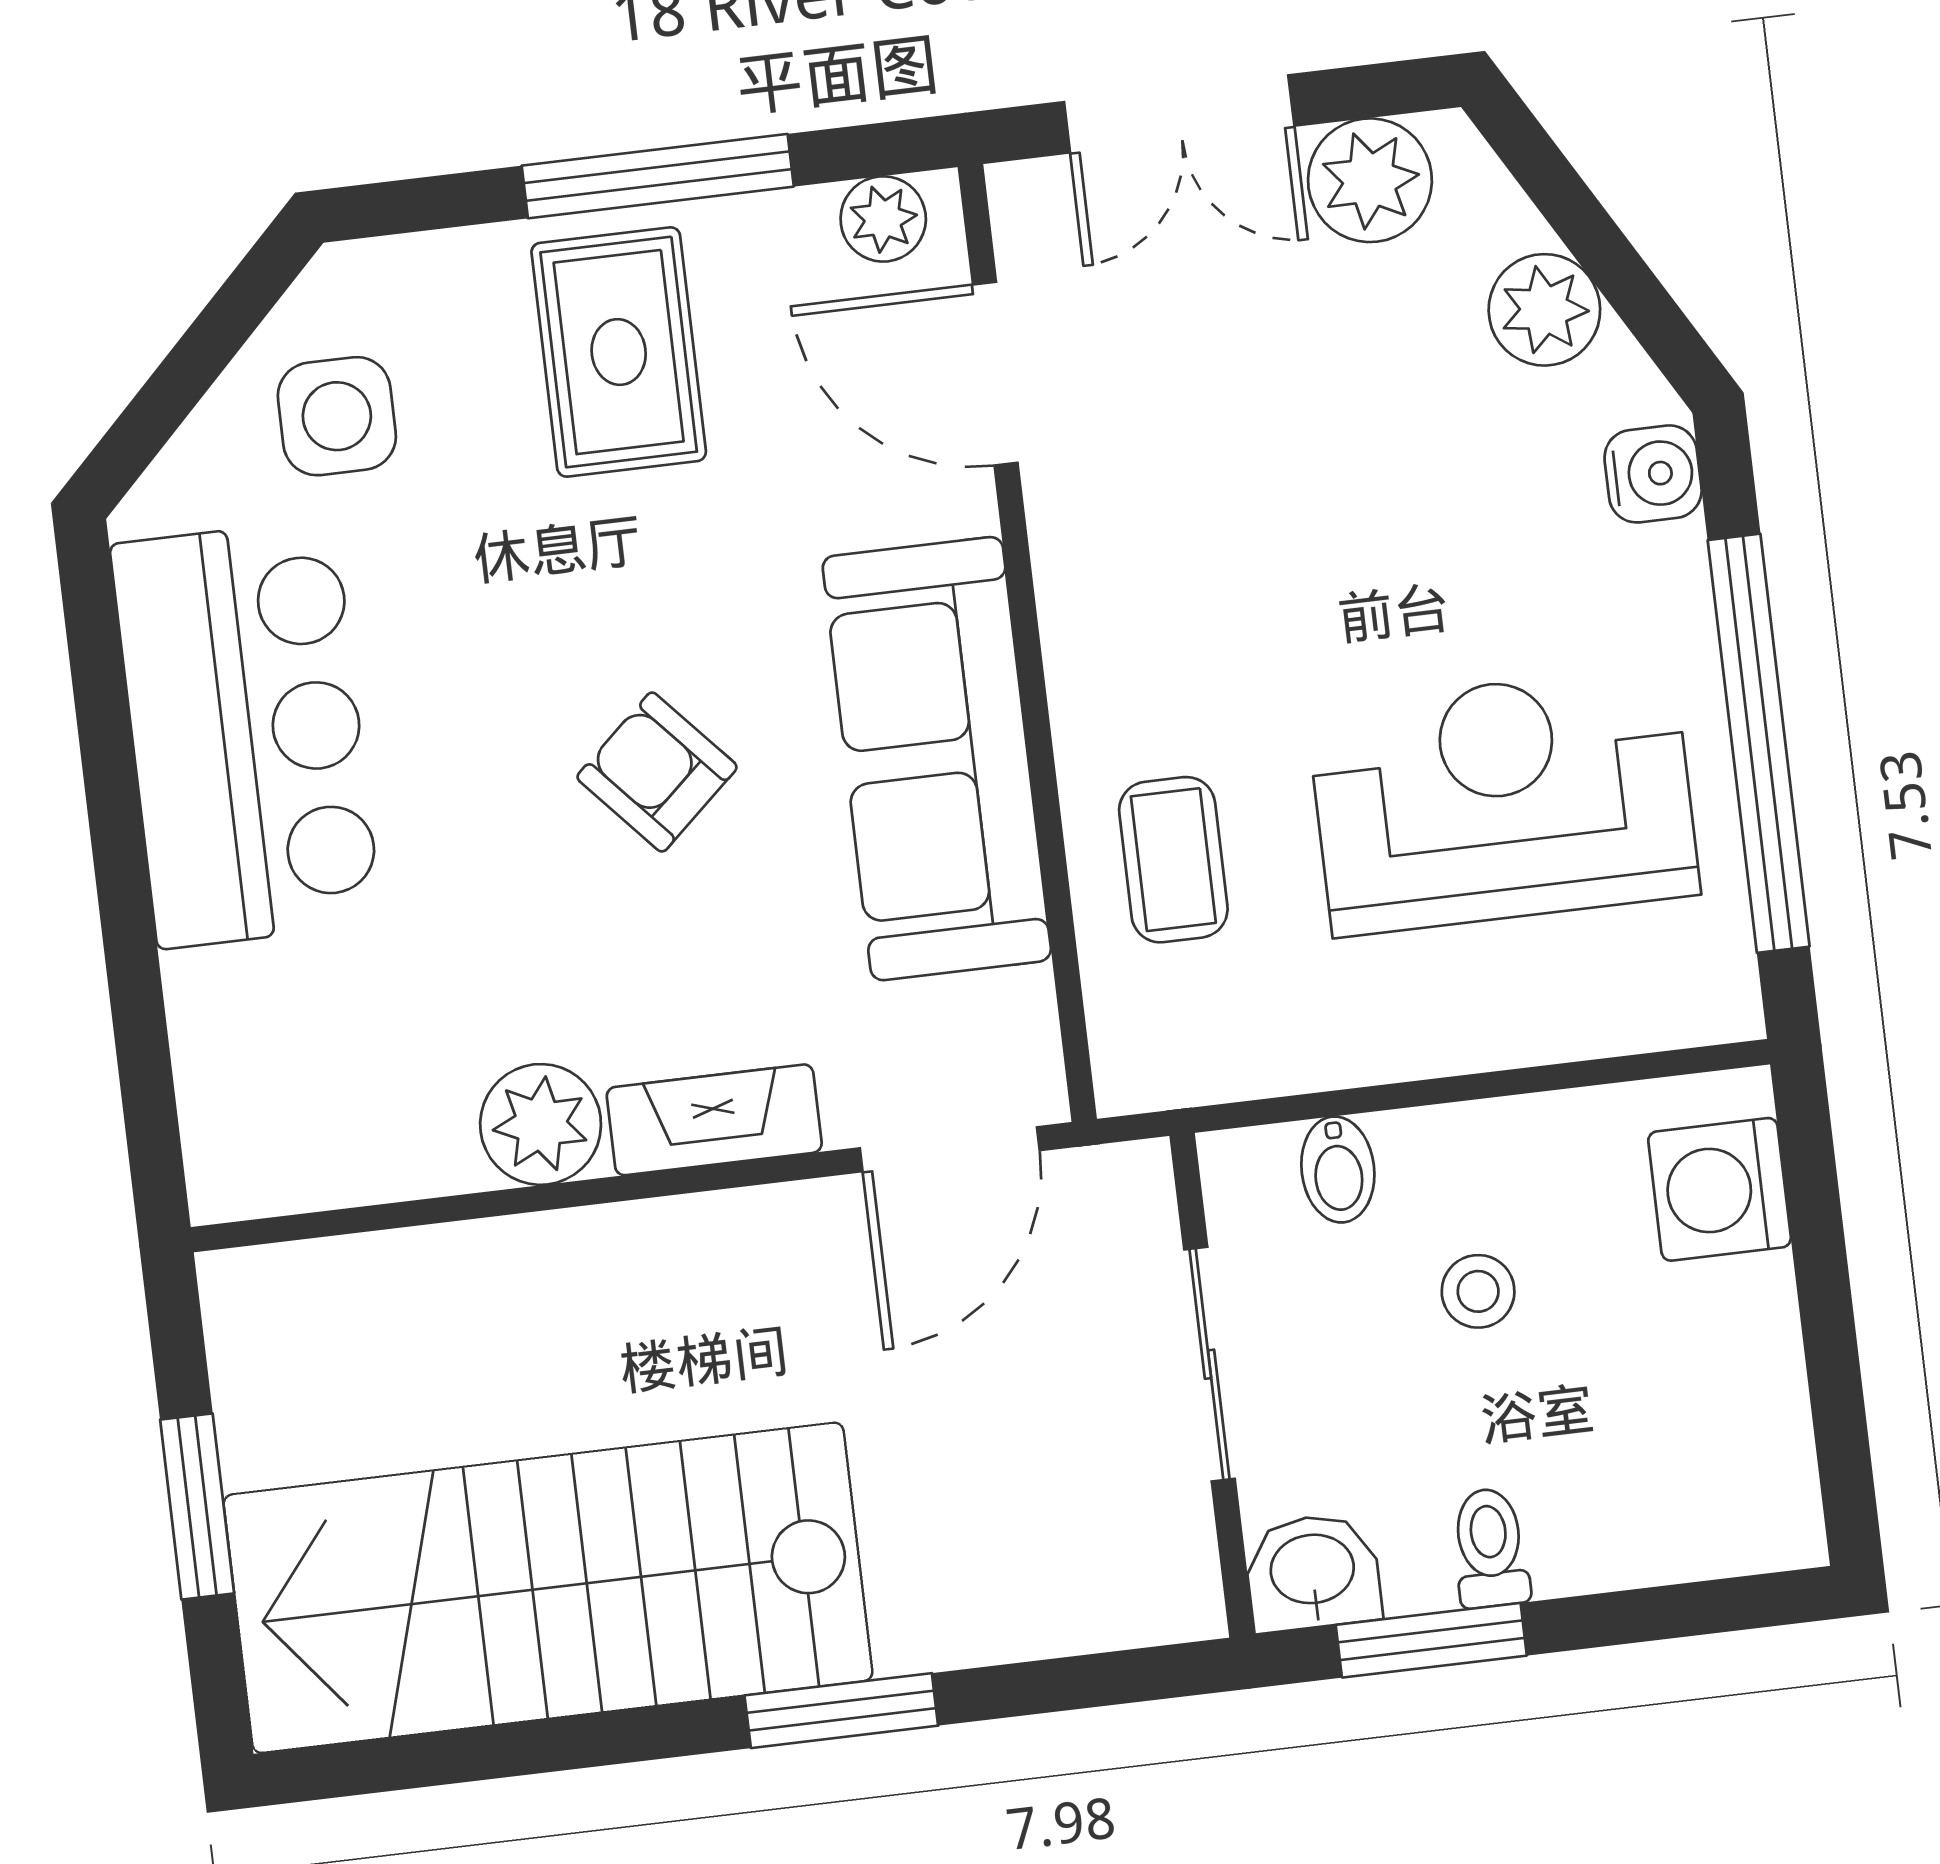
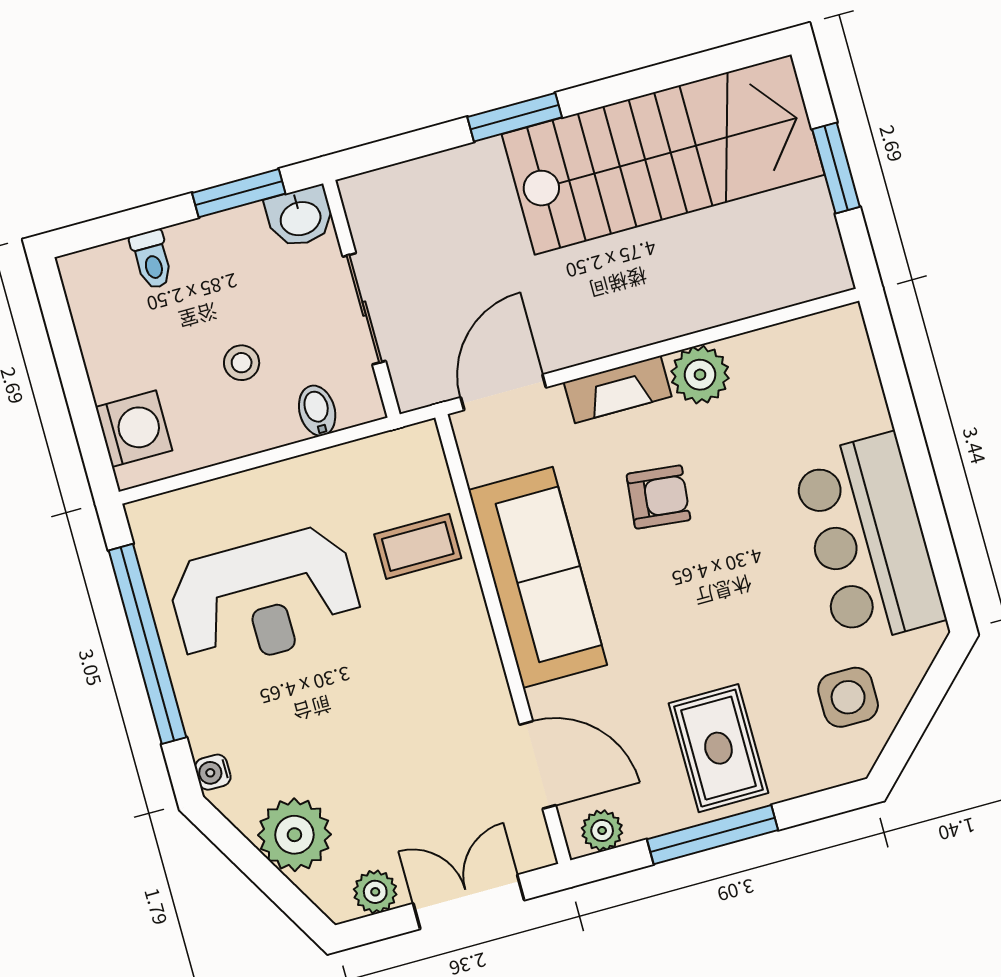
plant: (1370, 180) -> (375, 892), width x0.73, depth x0.73
plant: (1544, 310) -> (294, 835), width x1.36, depth x1.36
water cooler: (1653, 474) -> (213, 772), width x0.72, depth x0.72
armchair: (657, 772) -> (658, 497), moved, turned -42
coffee table: (1173, 860) -> (418, 546), turned 90
toilet: (1490, 1548) -> (152, 259), moved

